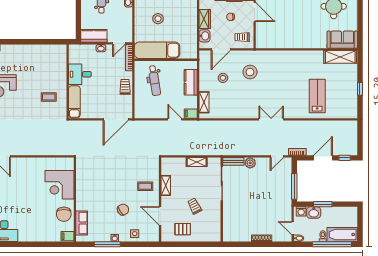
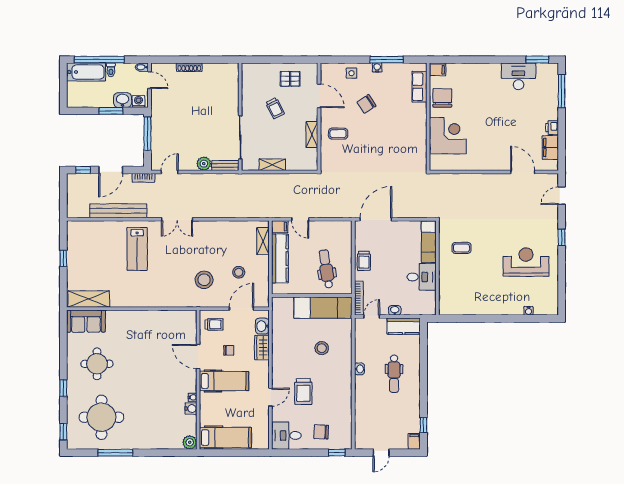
kitchen counter: (191, 82) -> (280, 258), width x1.50
lab bench: (317, 96) -> (137, 249), moved
bench: (317, 126) -> (118, 211), added

